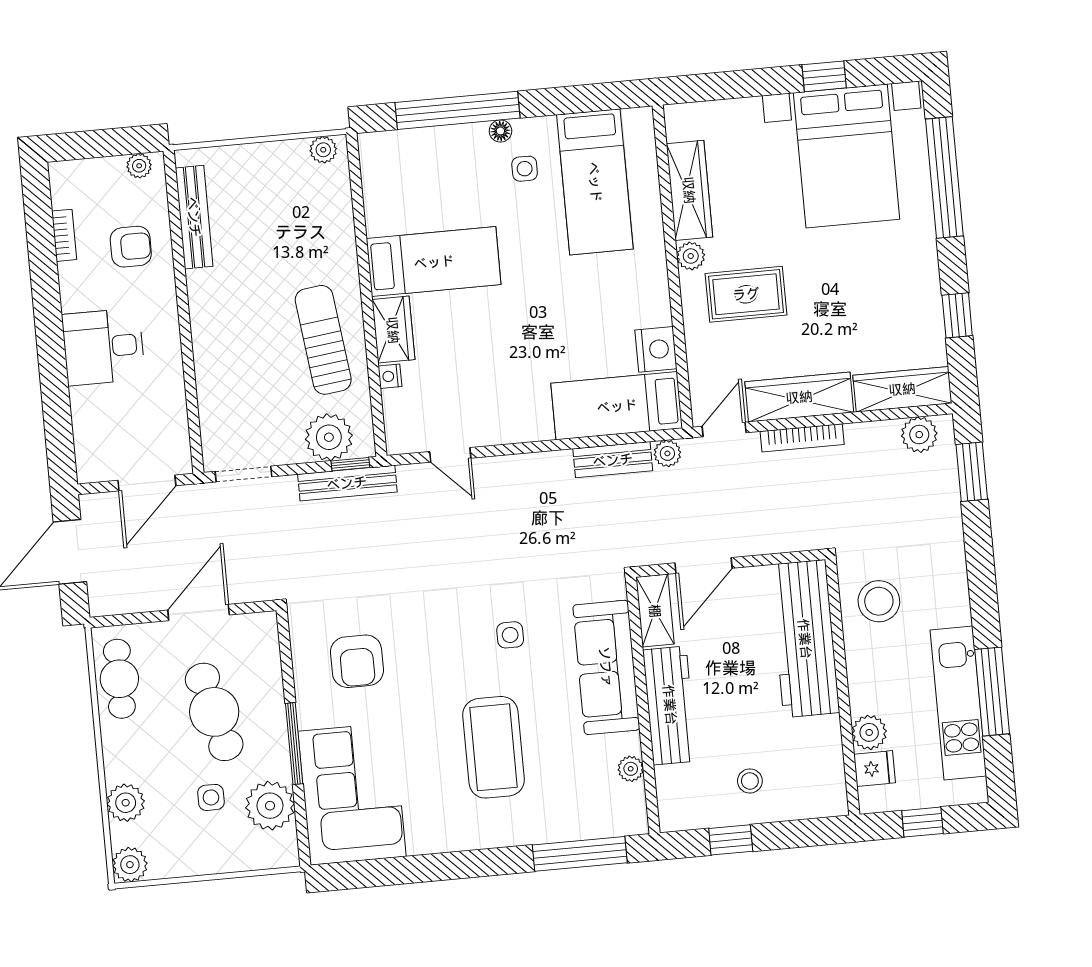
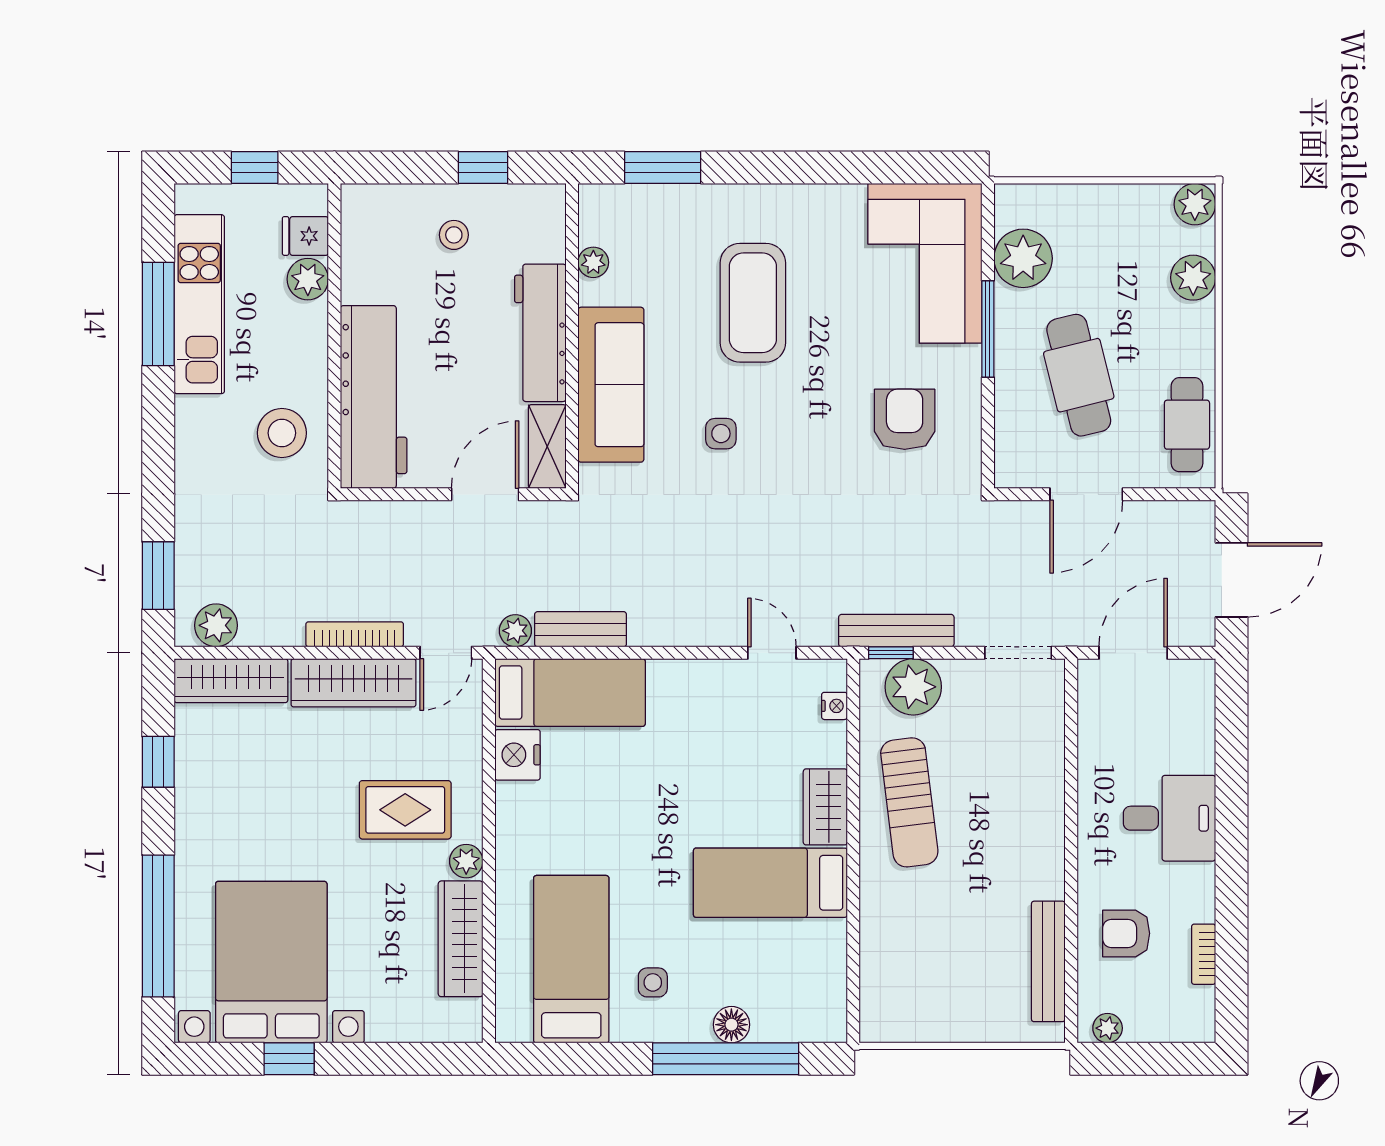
floor lamp: (500, 131) -> (731, 1025), moved, width x1.37, depth x1.37
plant: (323, 150) -> (888, 1027), removed
nightstand: (390, 376) -> (834, 706), moved
side table: (211, 797) -> (1092, 275), removed
window: (580, 854) -> (663, 168), width x0.69

